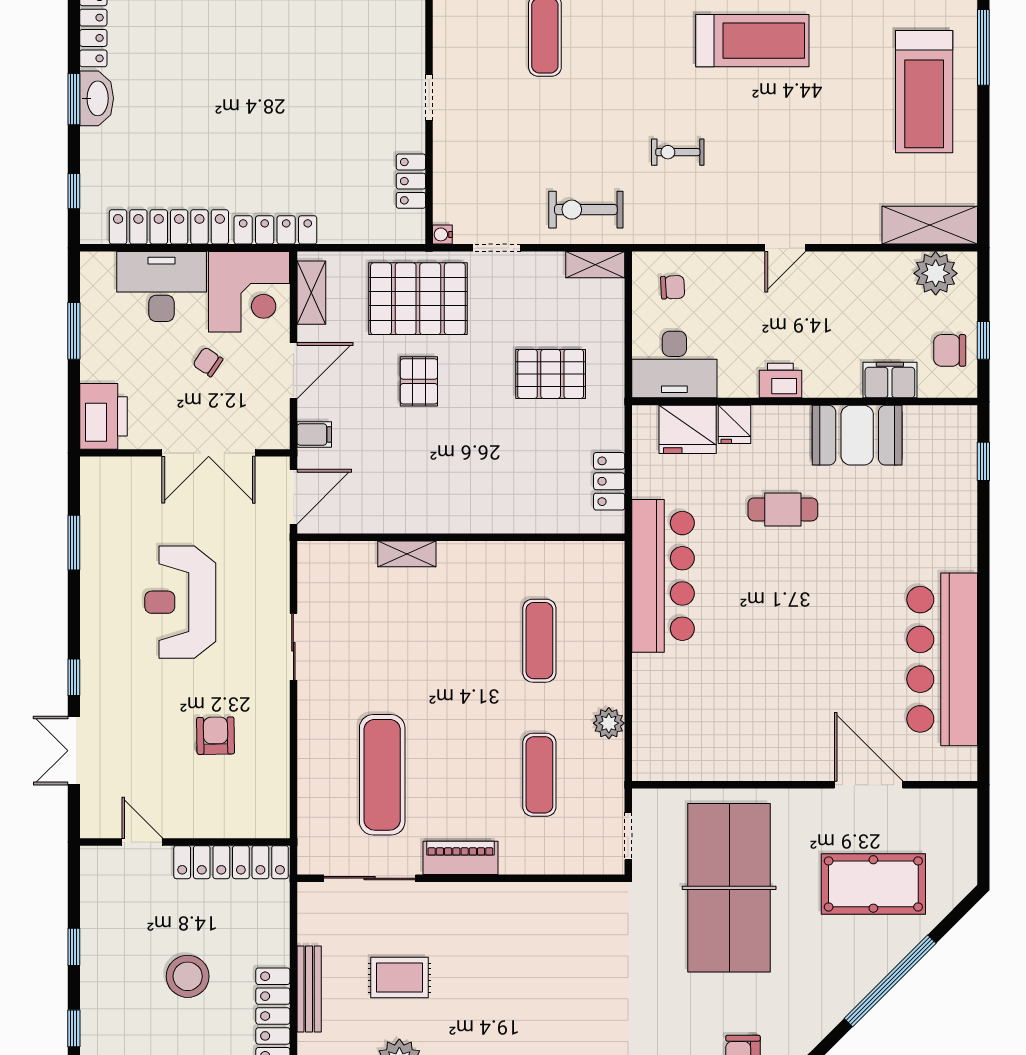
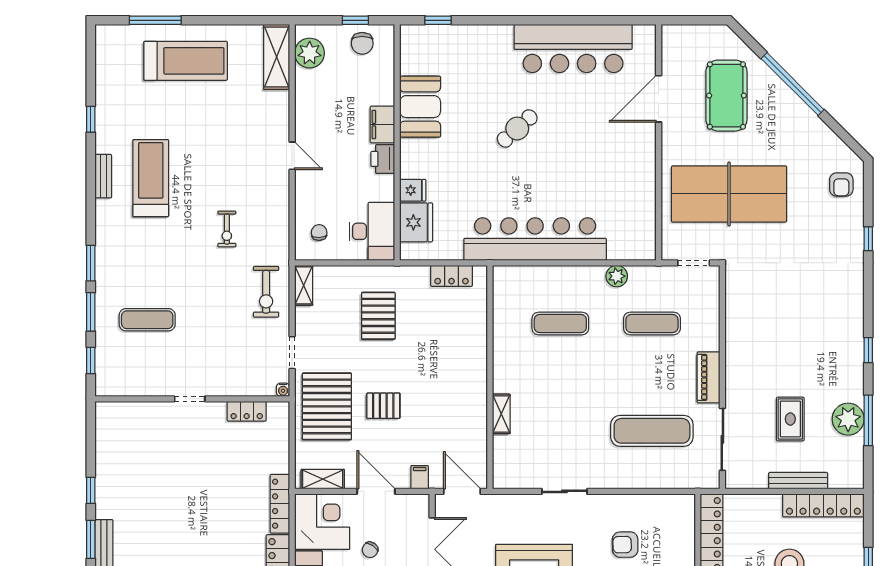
filing cabinet: (890, 380) -> (382, 125), moved
cafe table: (783, 509) -> (517, 128), moved, turned 48
bar counter: (663, 576) -> (535, 239), width x1.36

